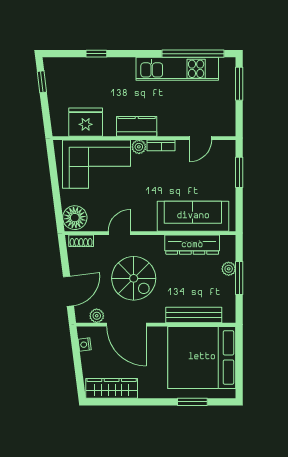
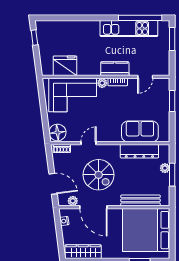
window: (96, 54) -> (73, 18), removed
kitchen counter: (137, 126) -> (115, 69), moved
sofa: (193, 216) -> (140, 131), width x0.73
door: (68, 291) -> (53, 184), hinge flipped

